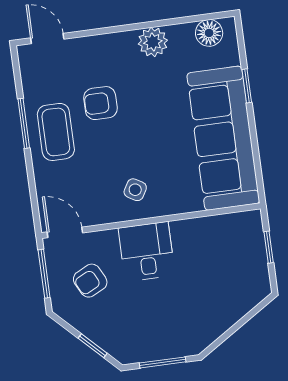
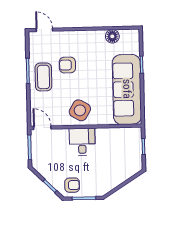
floor lamp: (209, 33) -> (112, 36), moved
plant: (153, 42) -> (97, 37), removed
side table: (135, 190) -> (80, 110), width x1.87, depth x1.87
armchair: (90, 281) -> (72, 185), moved, turned -153

